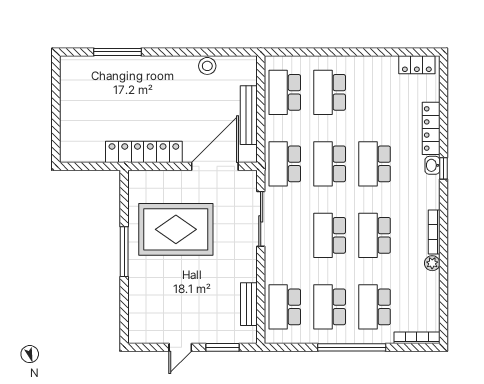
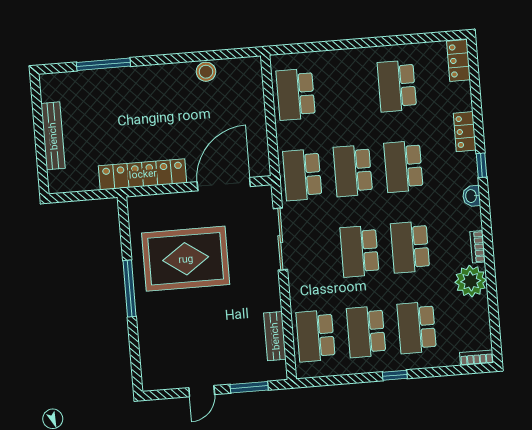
locker: (417, 65) -> (458, 61), moved, turned 90
school desk: (330, 92) -> (397, 86), moved
bench: (249, 115) -> (53, 136), moved
locker: (431, 128) -> (465, 132), width x0.66
washbasin: (432, 165) -> (471, 196), moved
bookcase: (434, 232) -> (478, 247), width x0.64
plant: (432, 263) -> (471, 281), width x1.88, depth x1.88
bookcase: (417, 338) -> (477, 358), width x0.64
window: (352, 347) -> (395, 375), width x0.32

